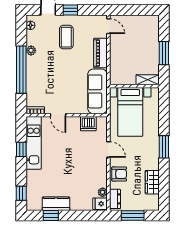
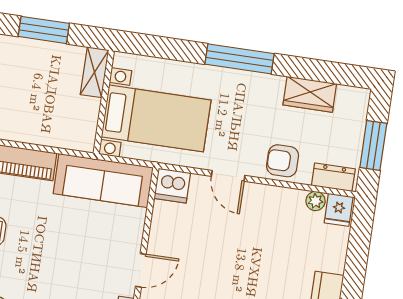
dishwasher: (88, 124) -> (172, 186), moved, turned 90
window: (164, 147) -> (240, 59), width x1.44
door: (108, 150) -> (228, 176), swing flipped
armchair: (119, 174) -> (283, 161), turned -90

